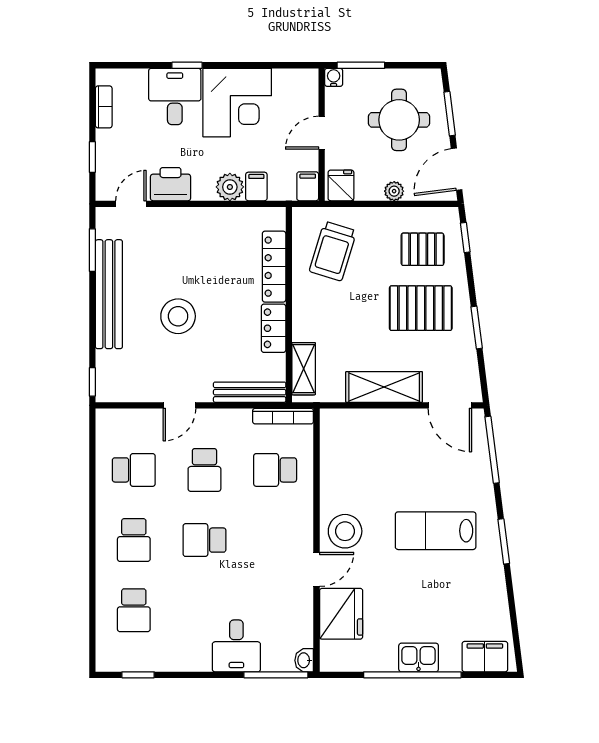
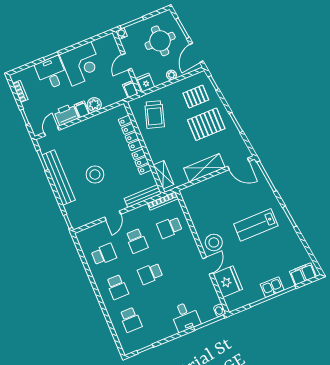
filing cabinet: (256, 186) -> (82, 109), moved

